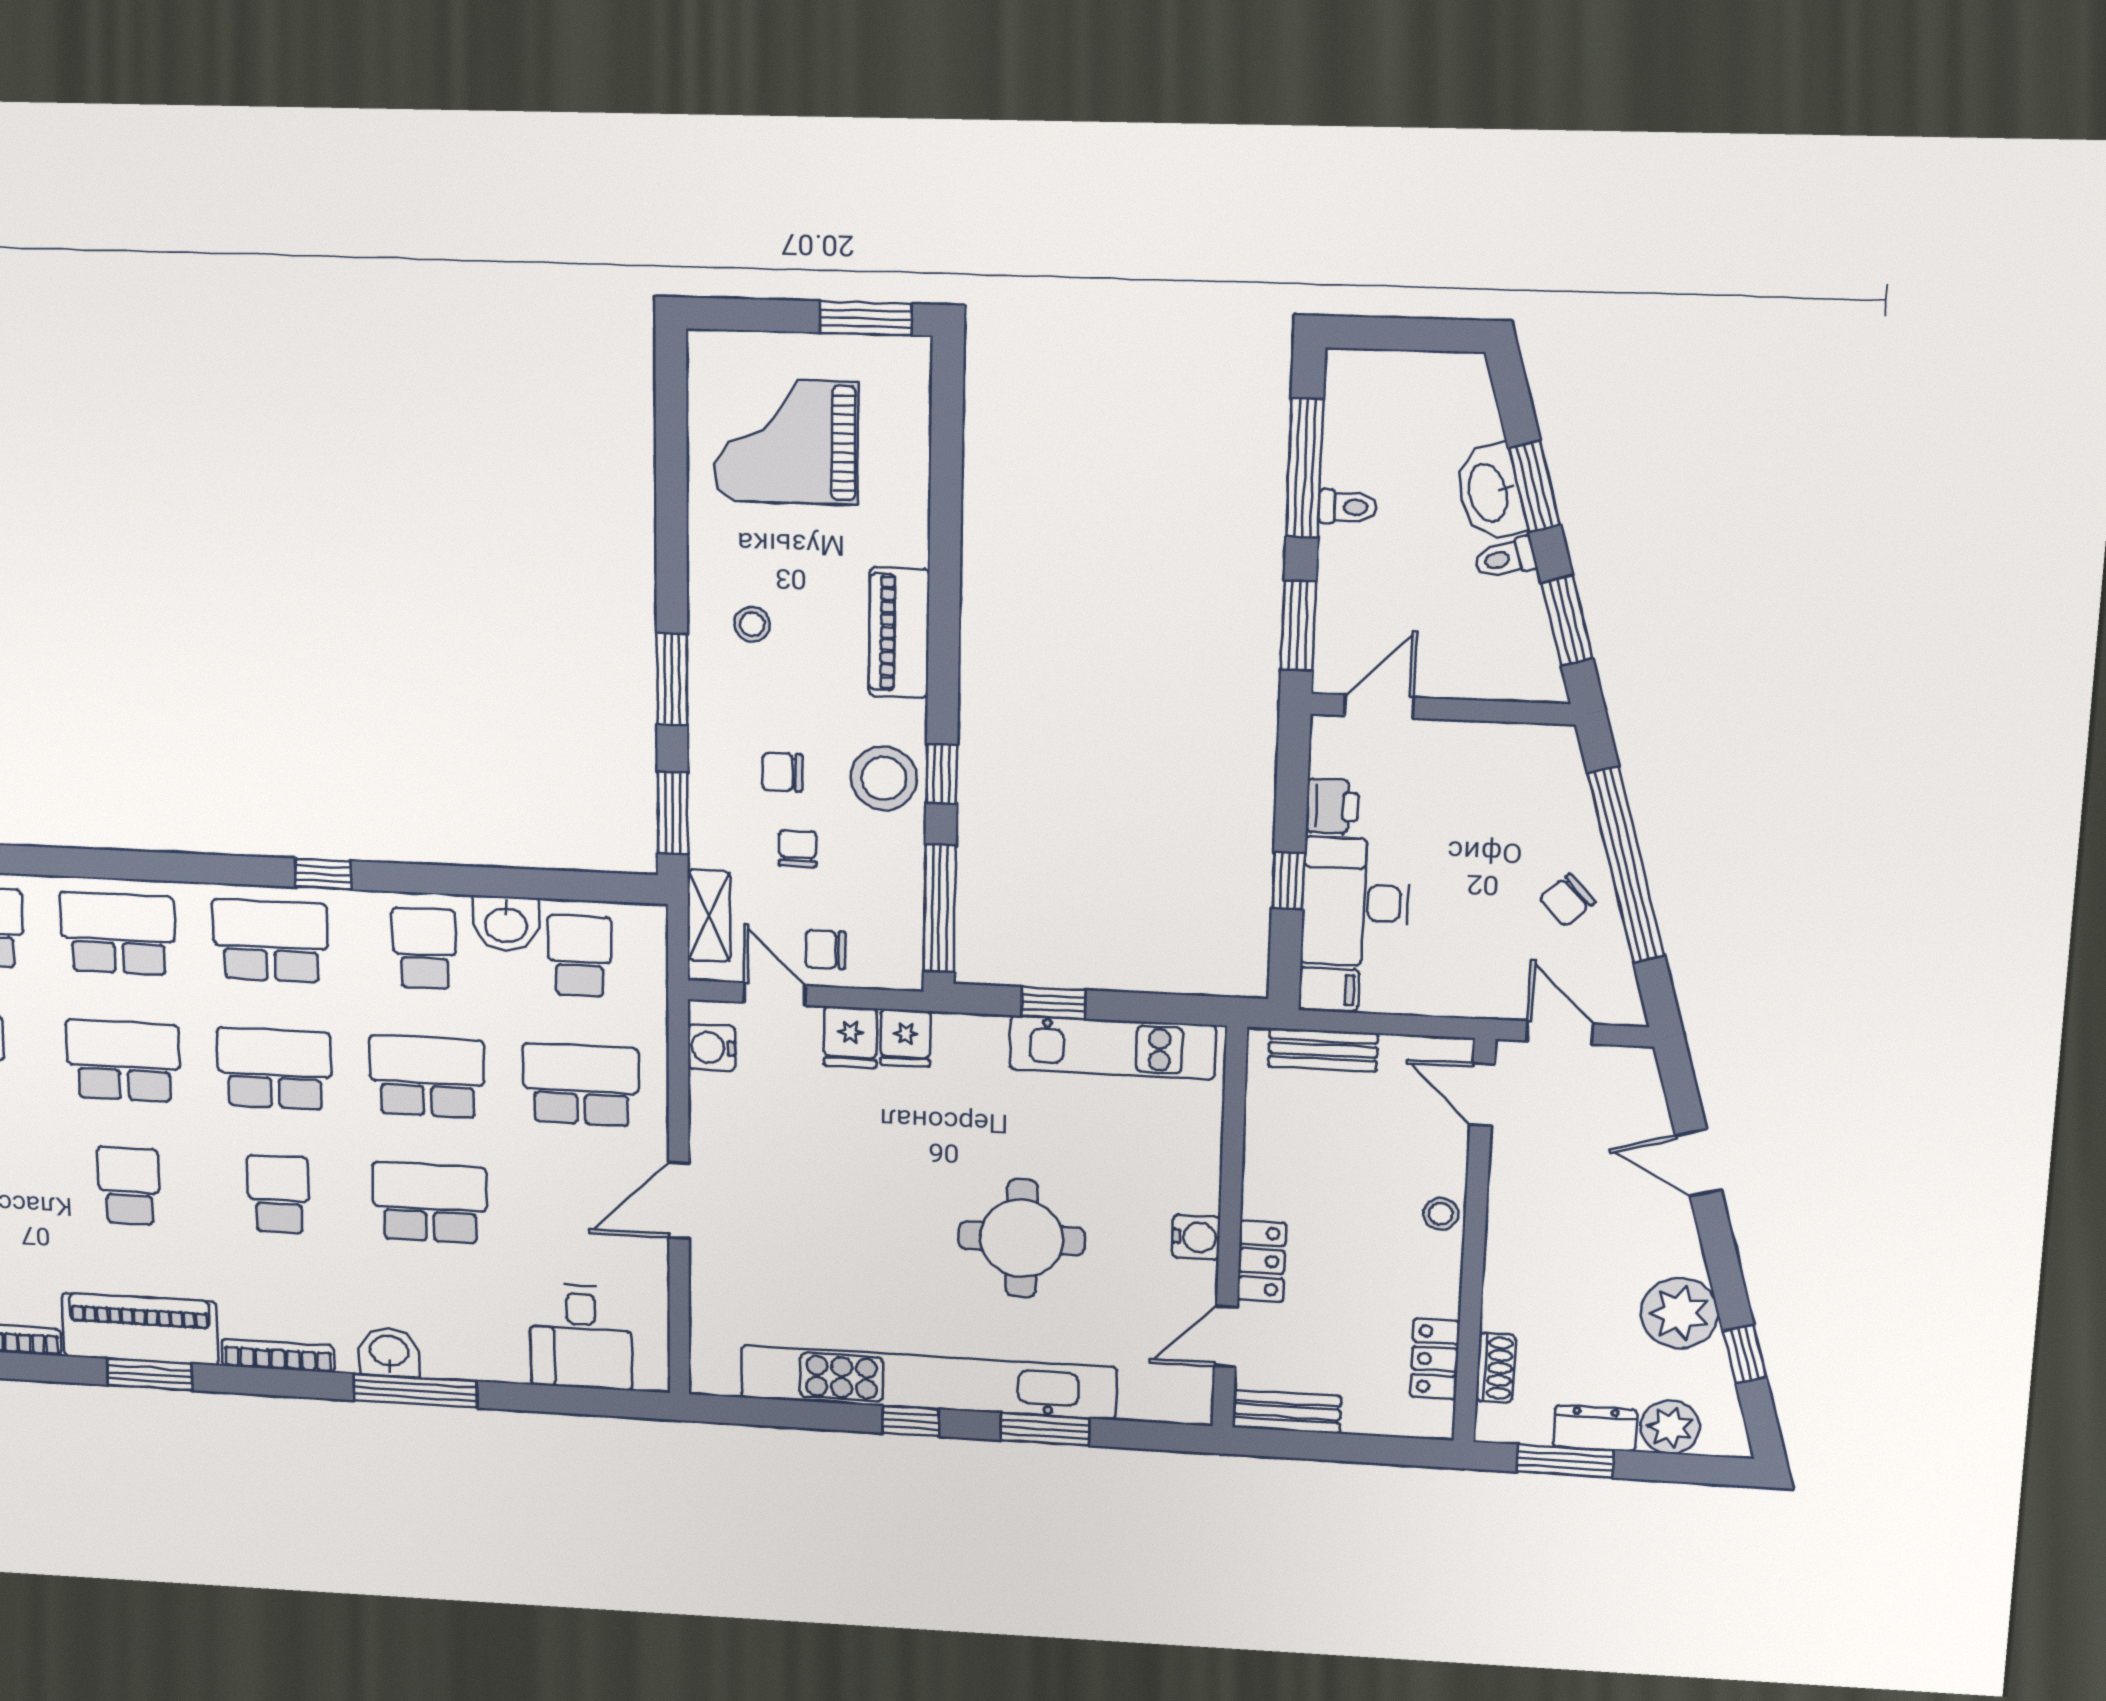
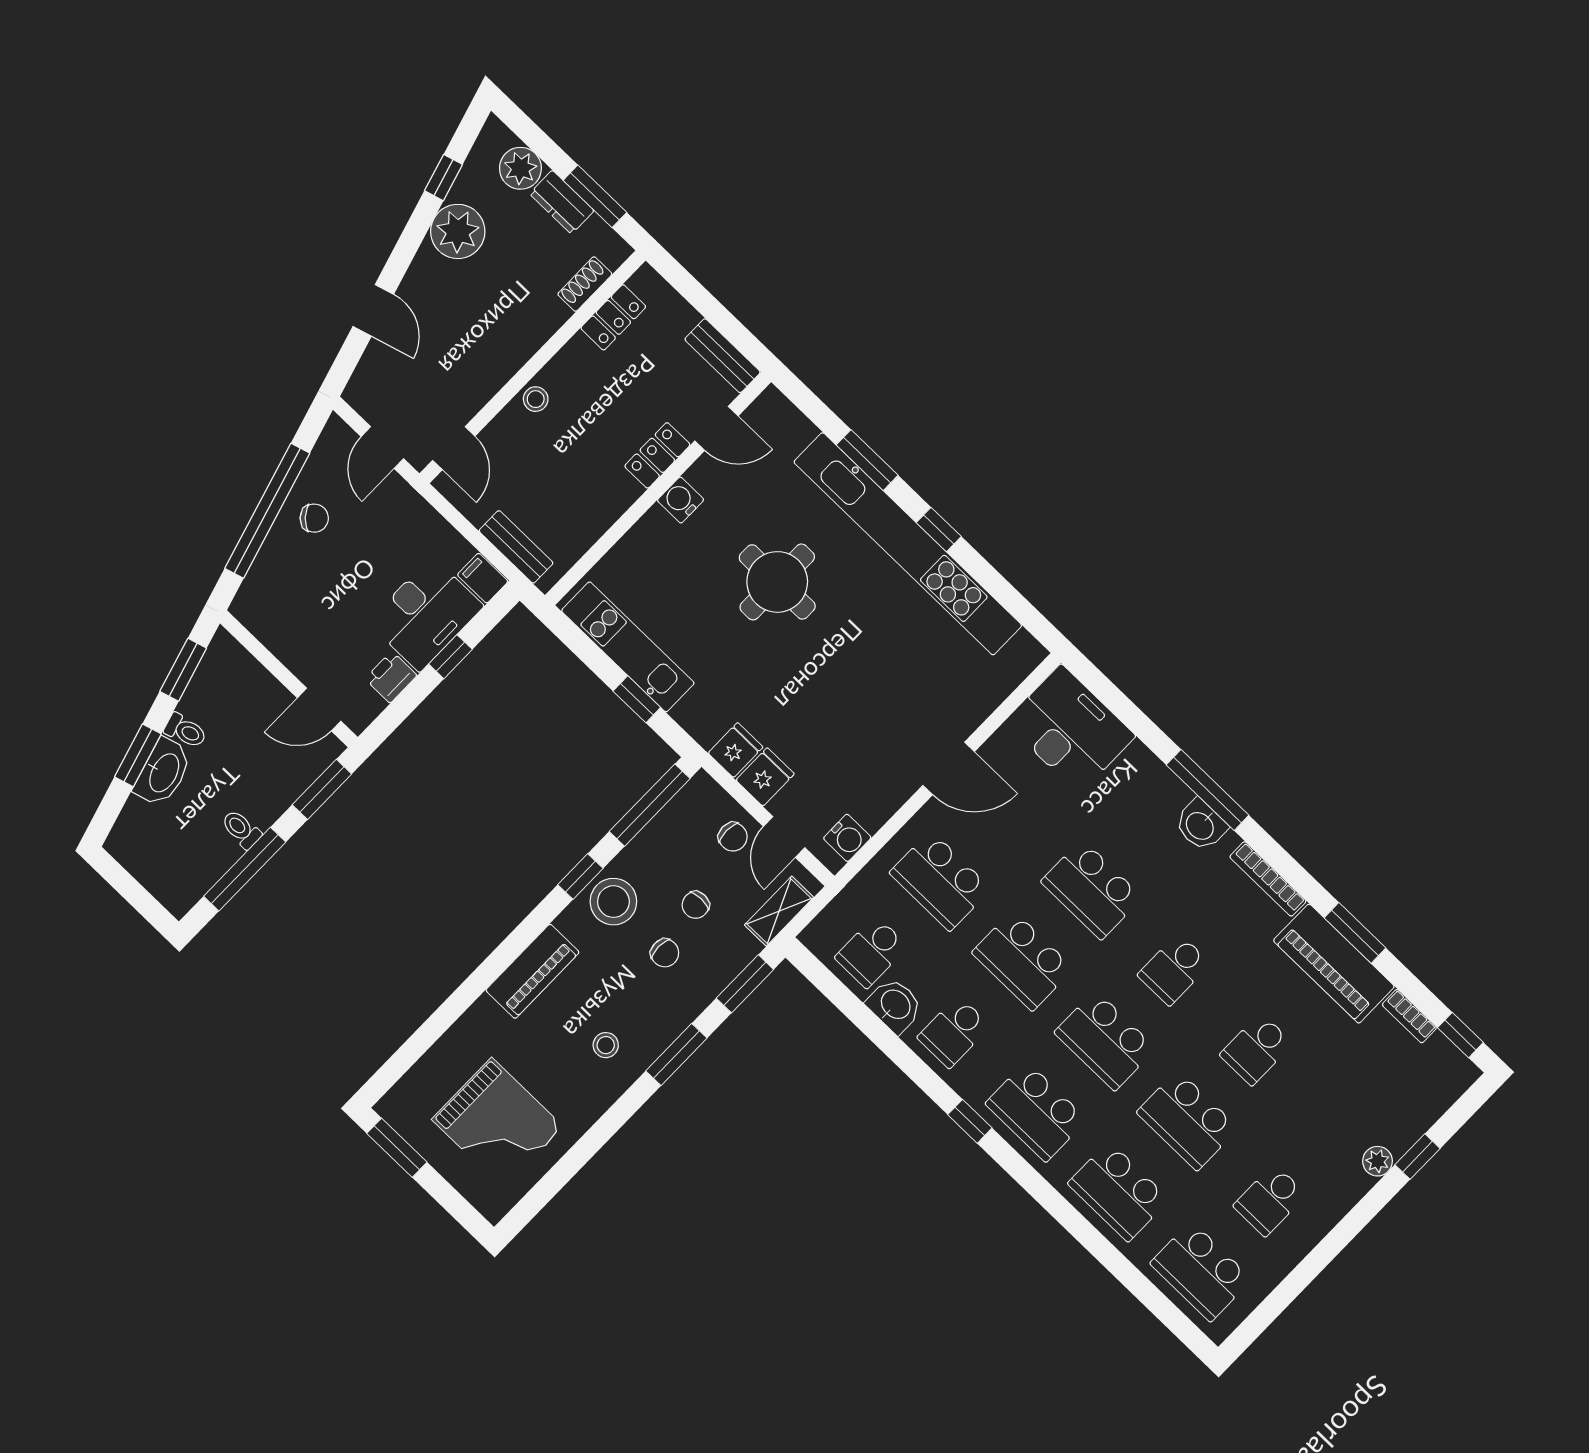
desk: (581, 1337) -> (1070, 729), width x1.37

